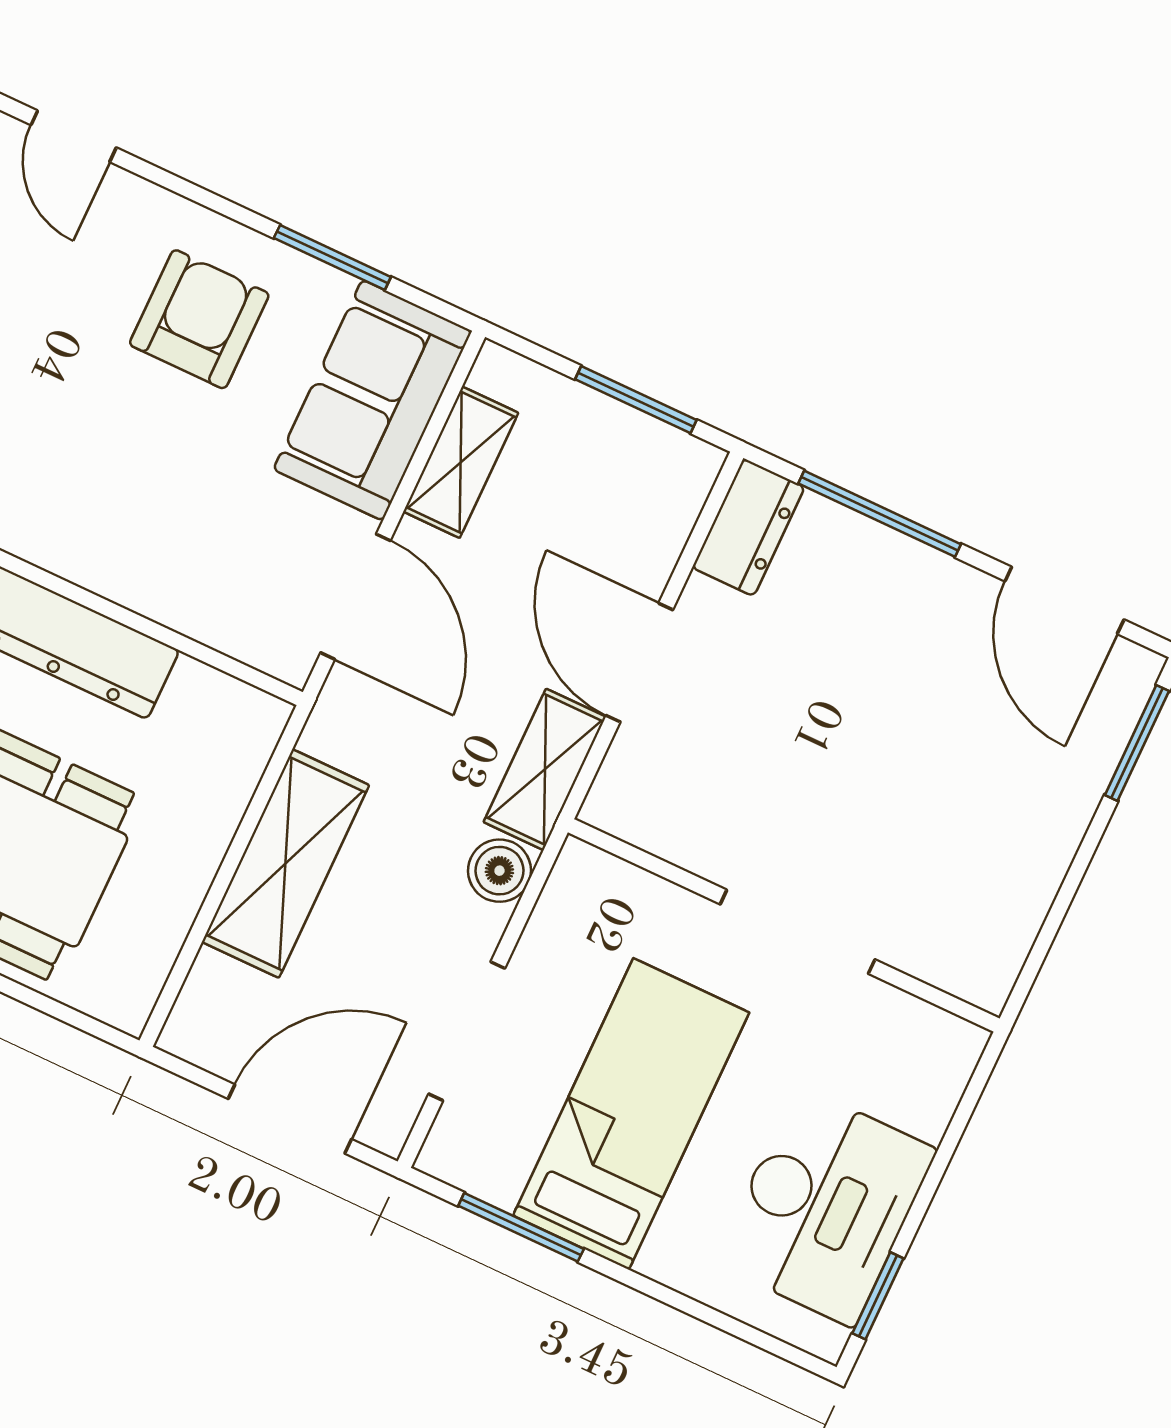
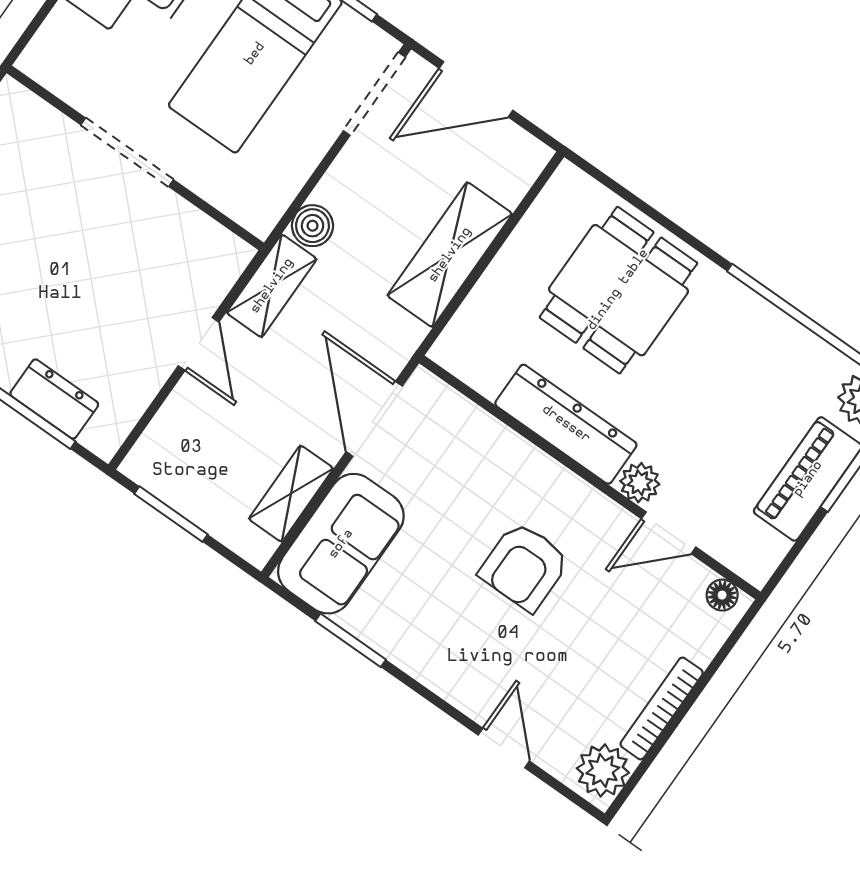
armchair: (199, 319) -> (524, 566), moved
dresser: (748, 527) -> (54, 399), moved, turned 90
door: (639, 663) -> (199, 344), width x0.73
doorway: (467, 1031) -> (374, 94), moved

